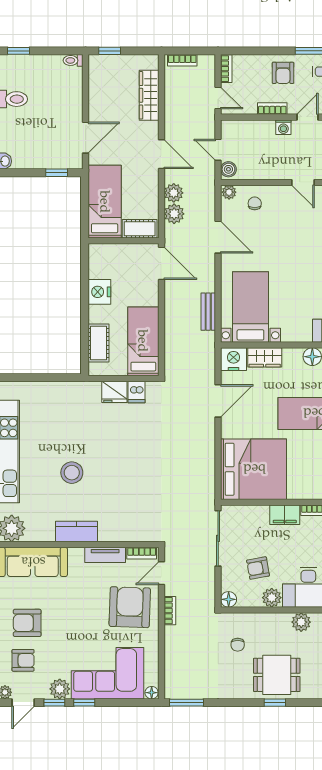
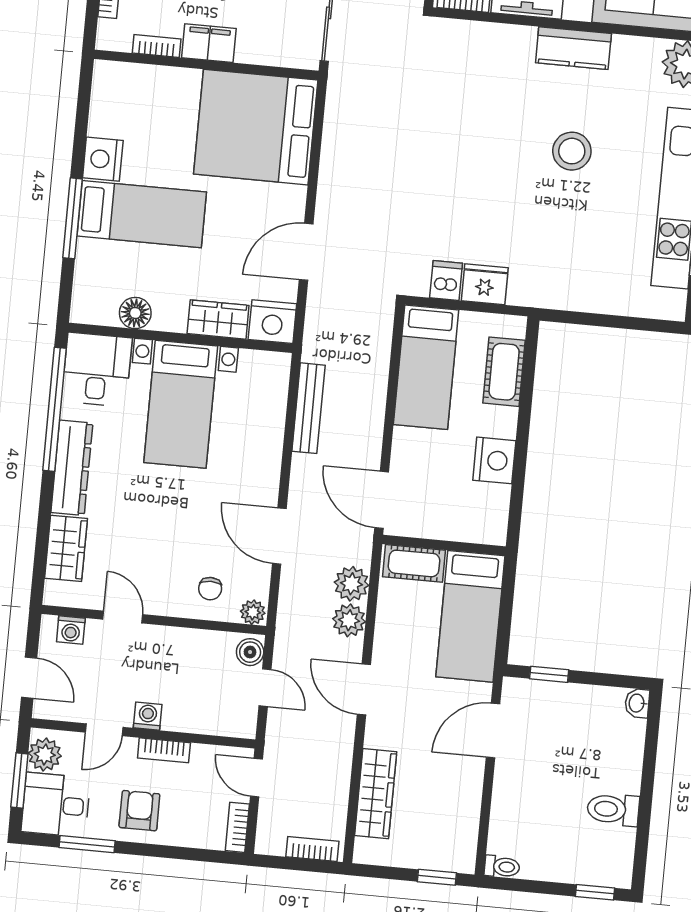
bed with nightstands: (250, 307) -> (181, 404), moved
bench: (208, 312) -> (309, 408), width x1.36

